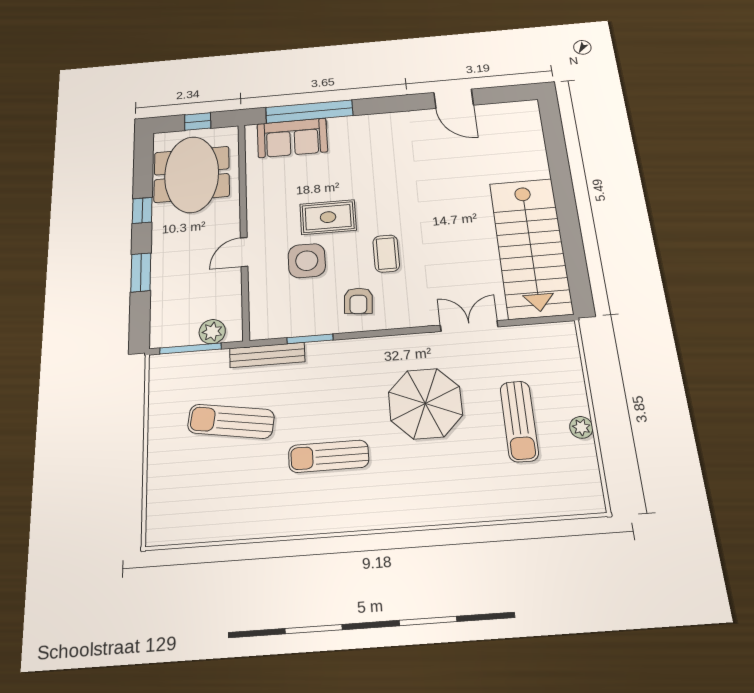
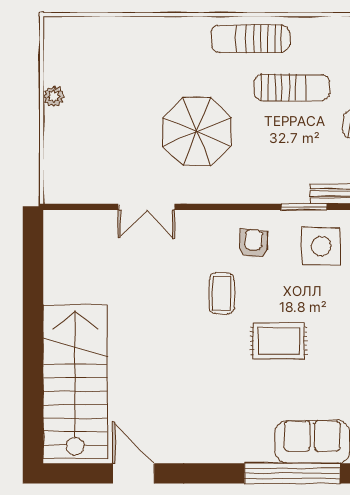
stairs: (531, 247) -> (75, 382), moved
side table: (307, 261) -> (321, 246), moved
sun lounger: (519, 421) -> (250, 39), moved, turned -90

